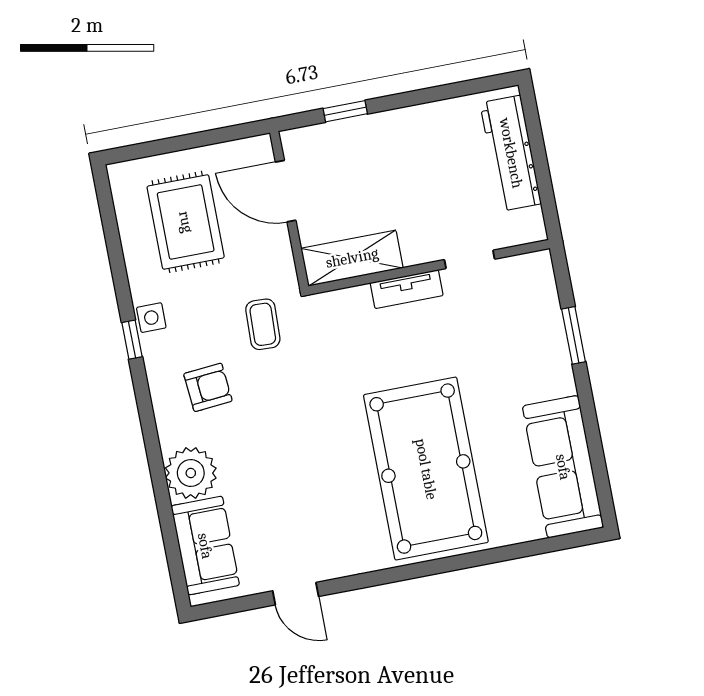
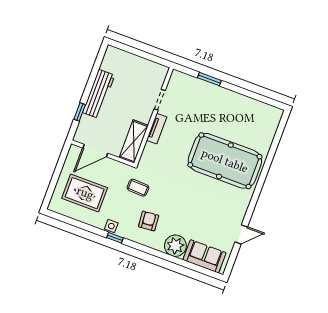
workbench: (511, 153) -> (99, 94), moved, turned -90
sofa: (563, 467) -> (254, 111), removed

